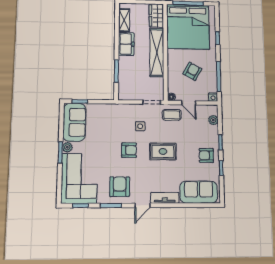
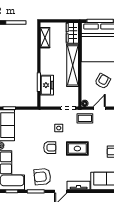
freezer: (126, 44) -> (47, 85), moved
door: (189, 103) -> (99, 108), swing flipped
armchair: (120, 187) -> (42, 177), turned -96

